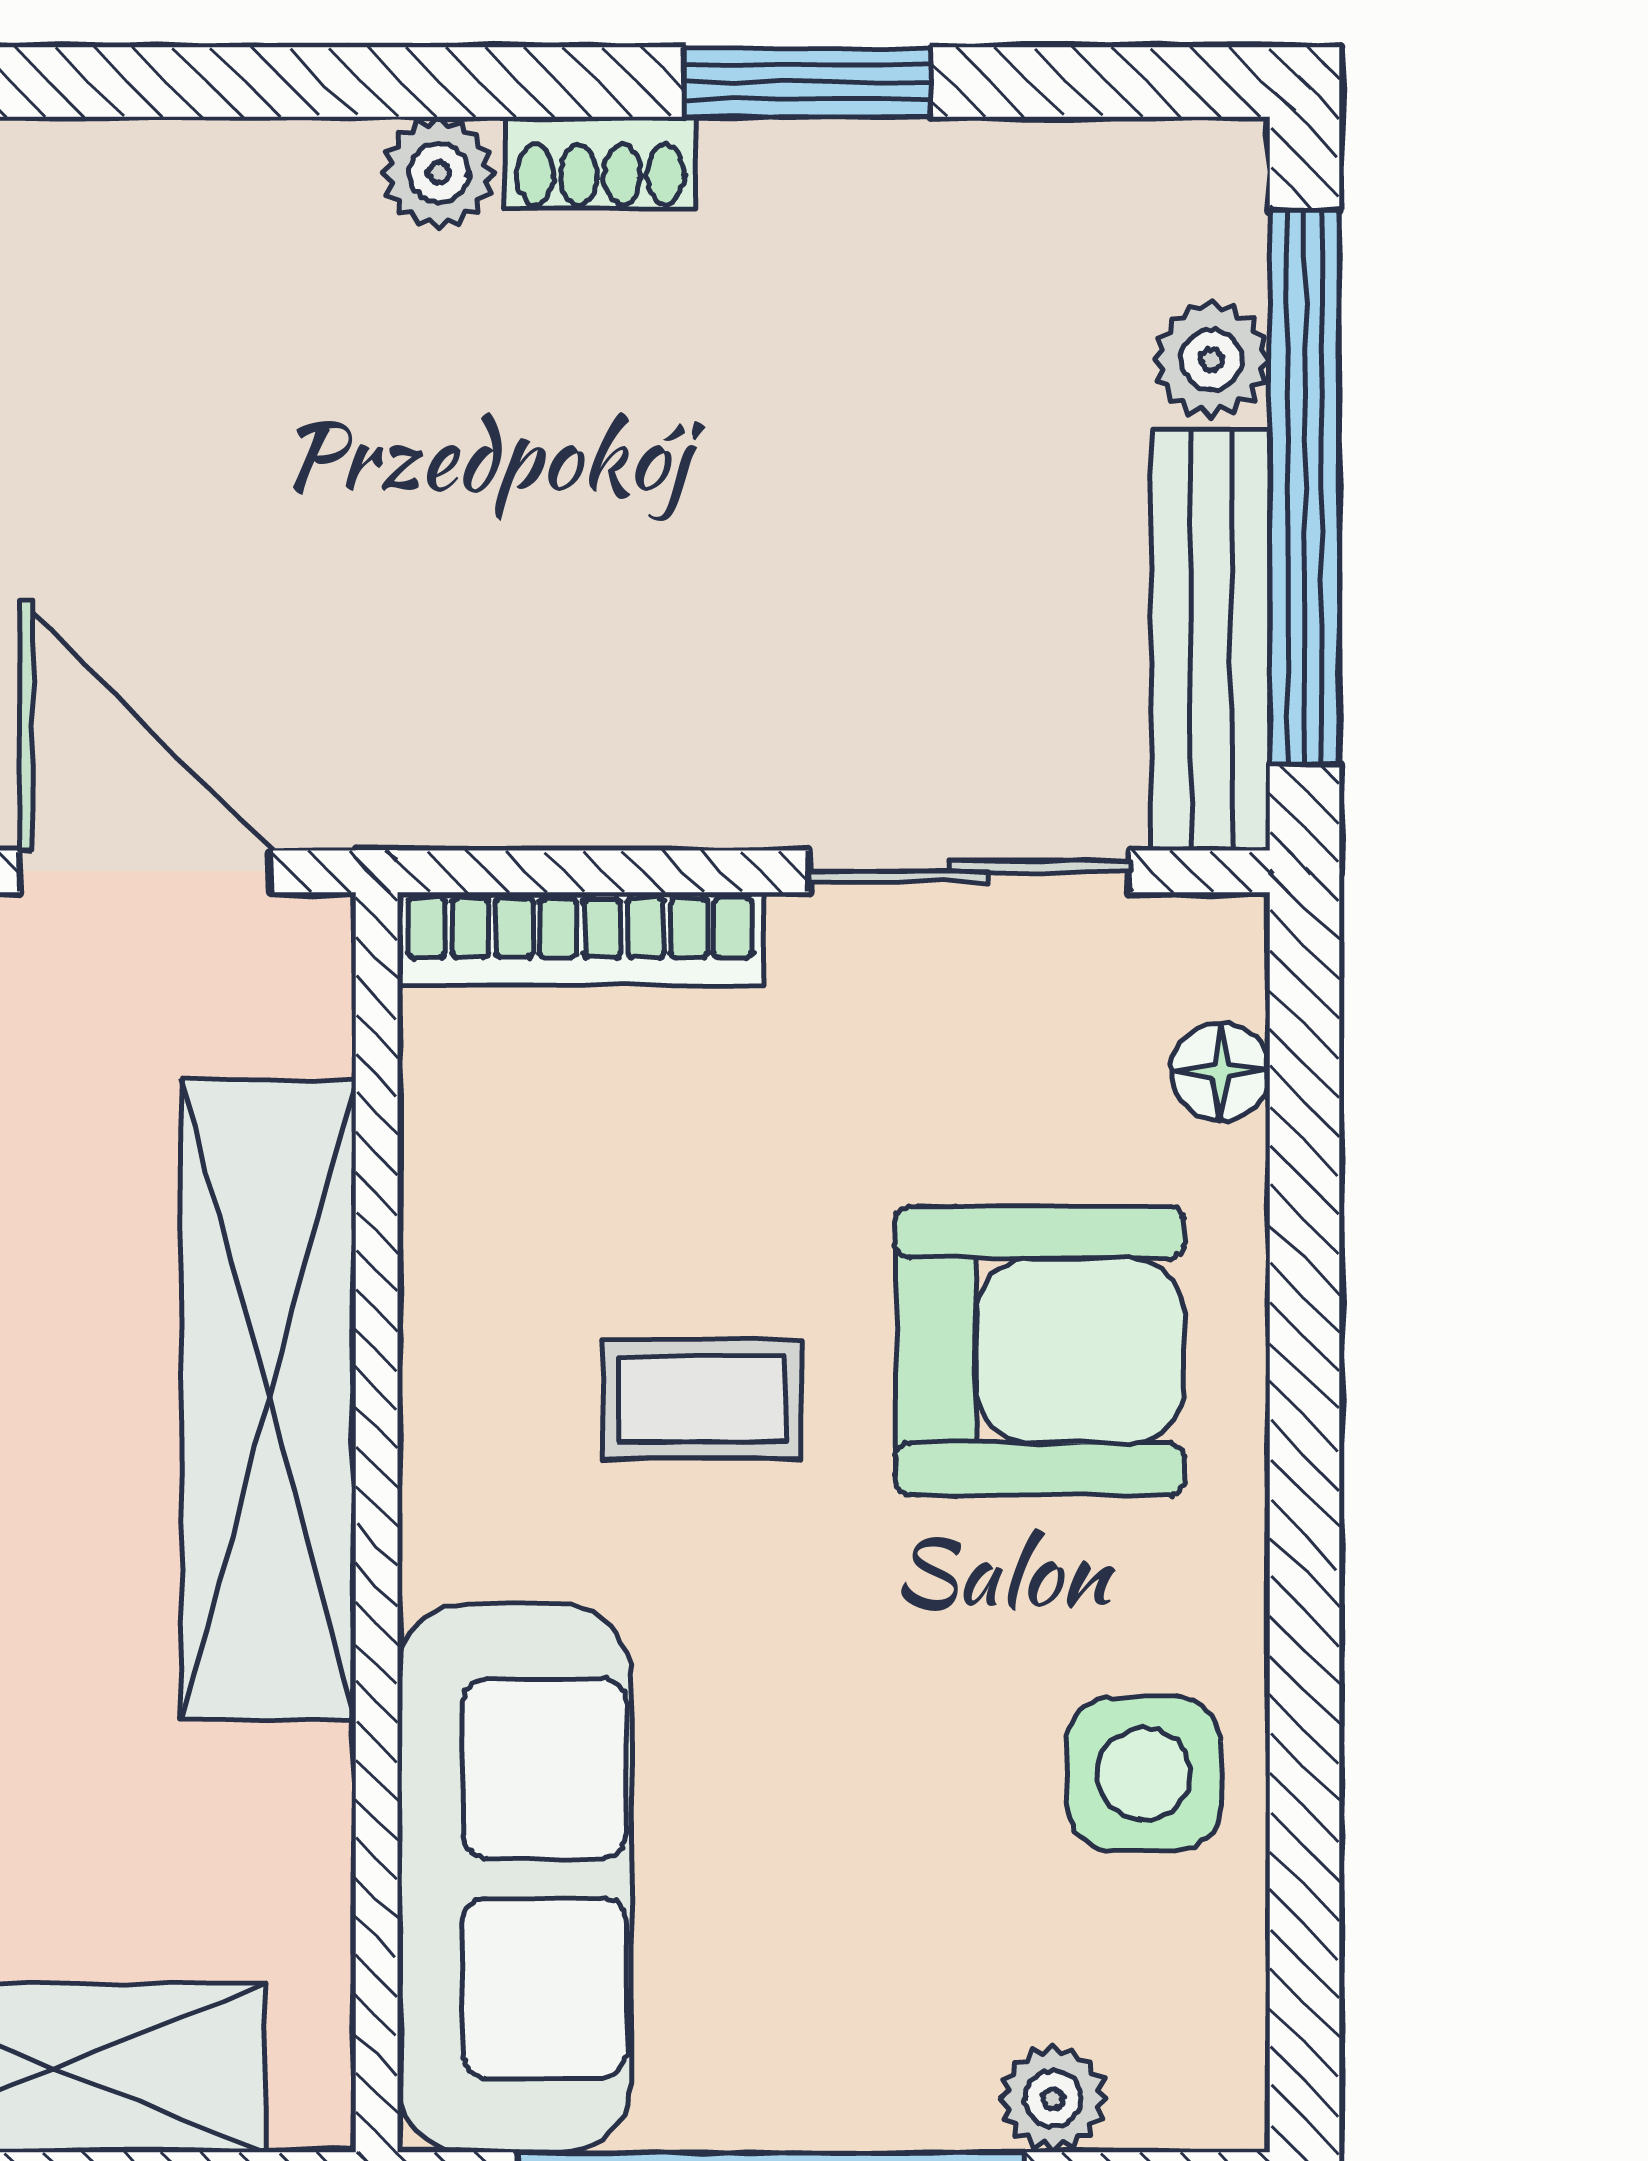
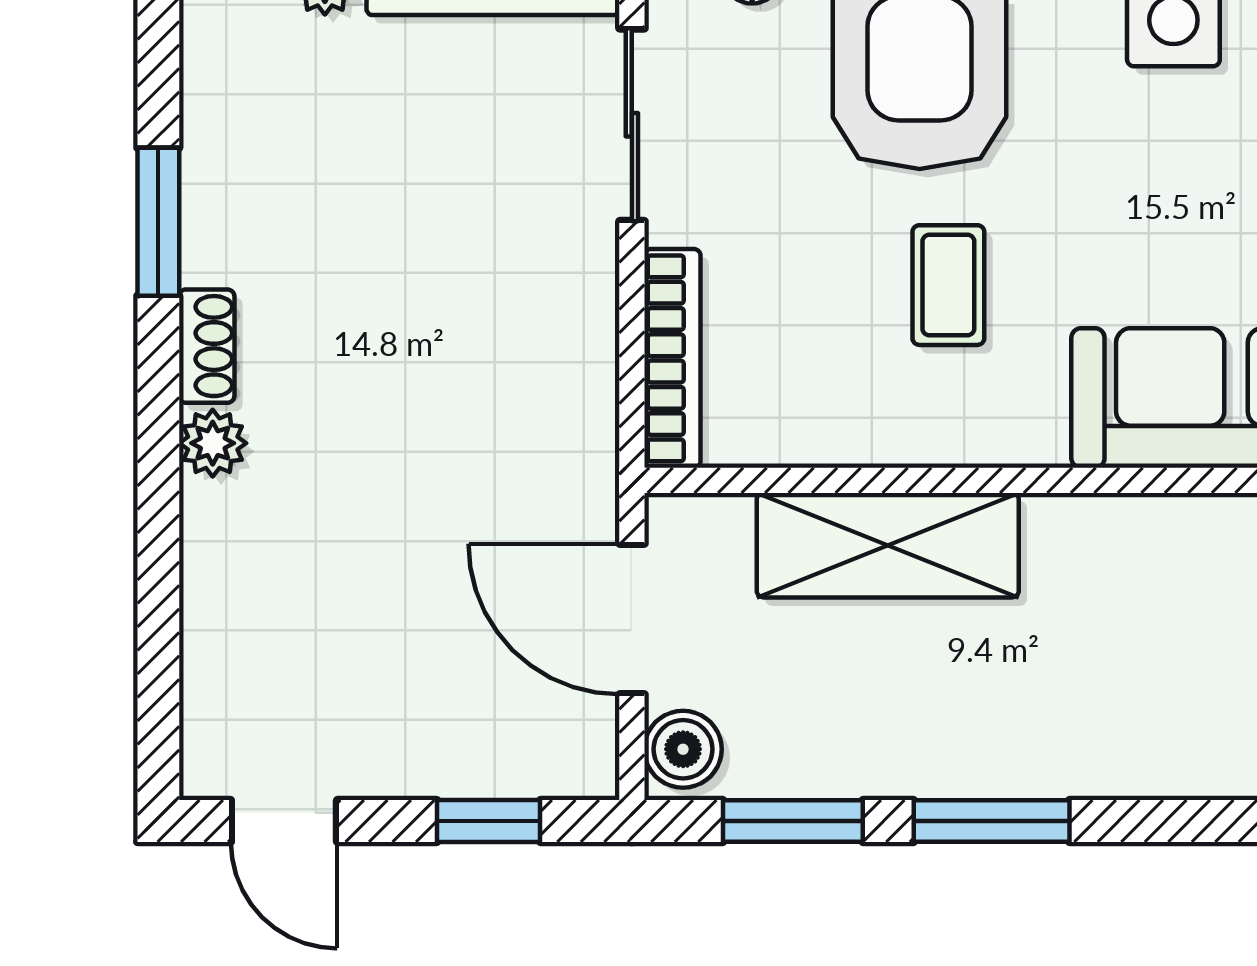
door: (146, 871) -> (632, 619), hinge flipped
shelving: (269, 1400) -> (888, 545), width x0.68

